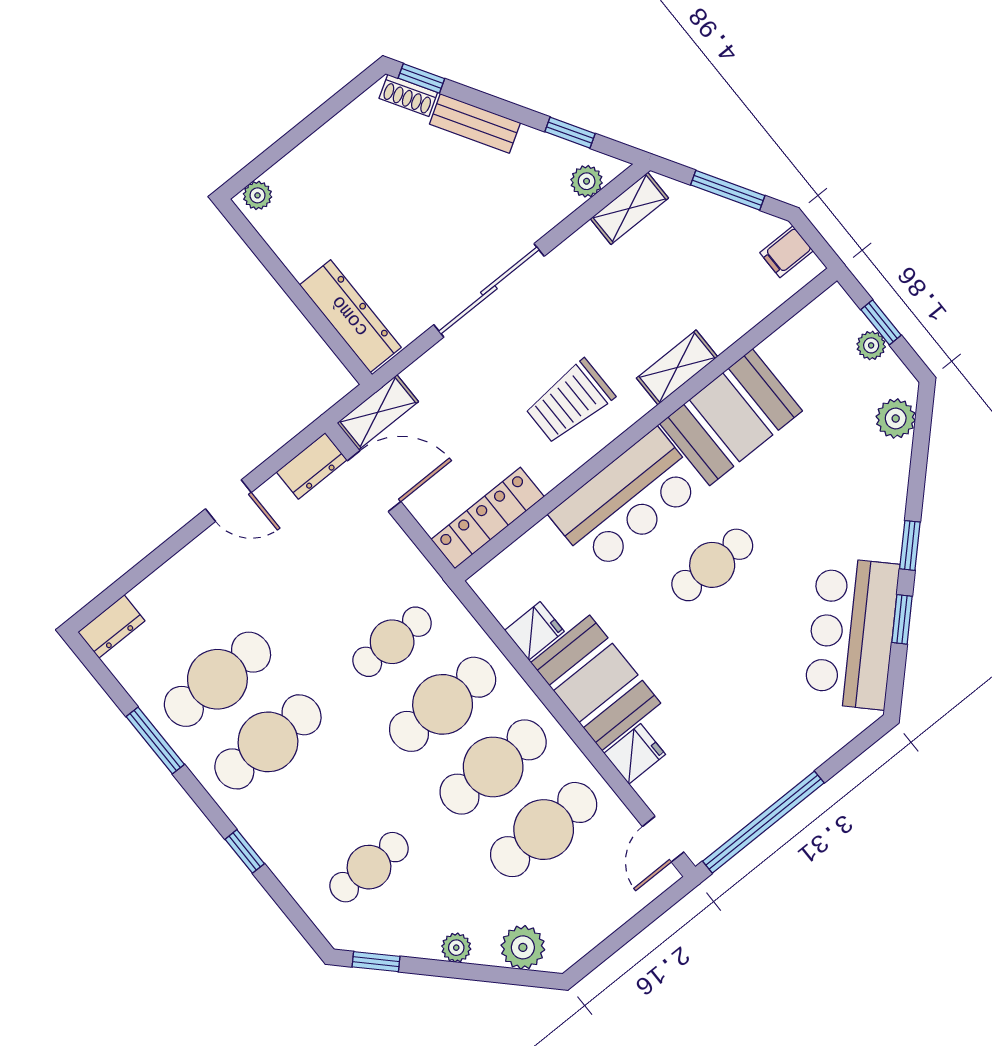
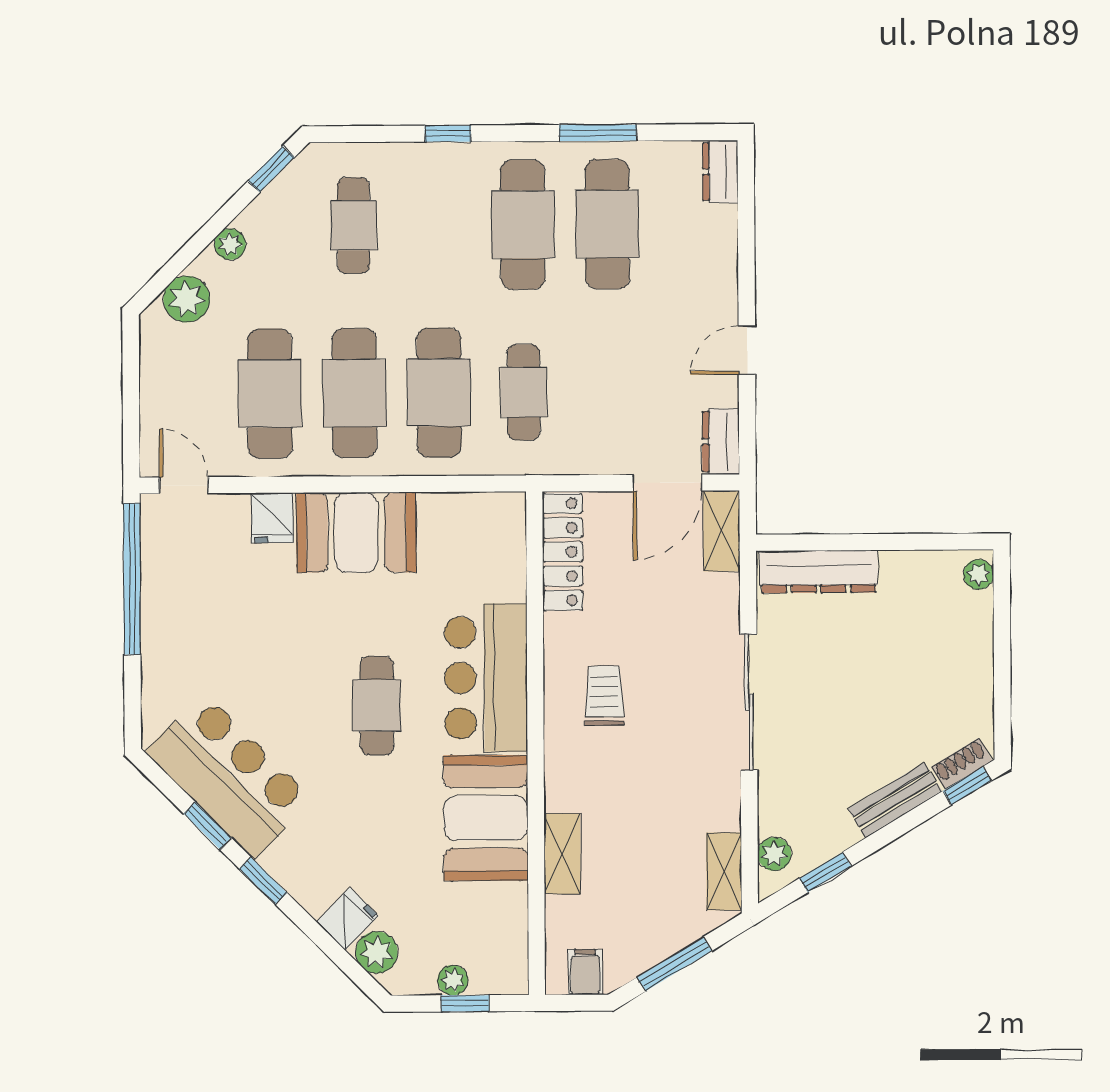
shelving: (677, 367) -> (562, 854), moved
trolley: (570, 402) -> (604, 696), width x0.73, depth x0.72
fridge: (534, 631) -> (347, 919), moved, turned -135

